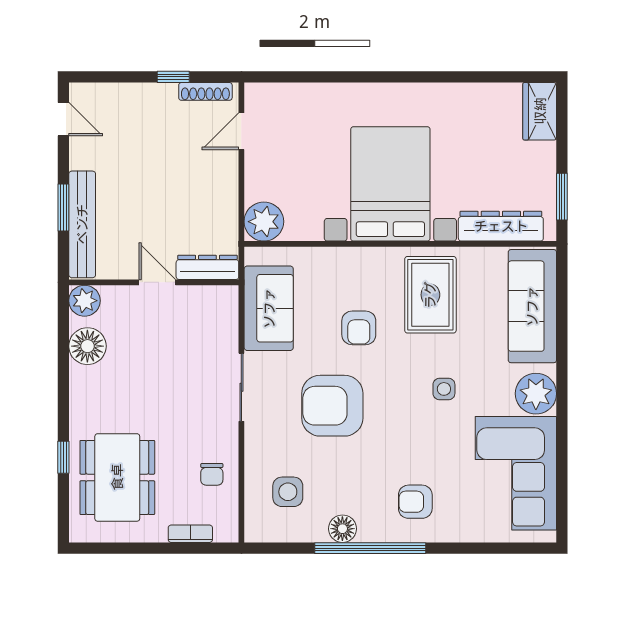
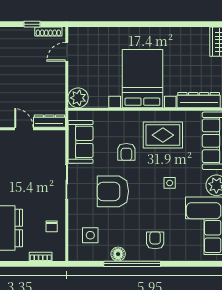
rug: (430, 295) -> (163, 135), turned 90
armchair: (415, 502) -> (155, 240), turned 90

